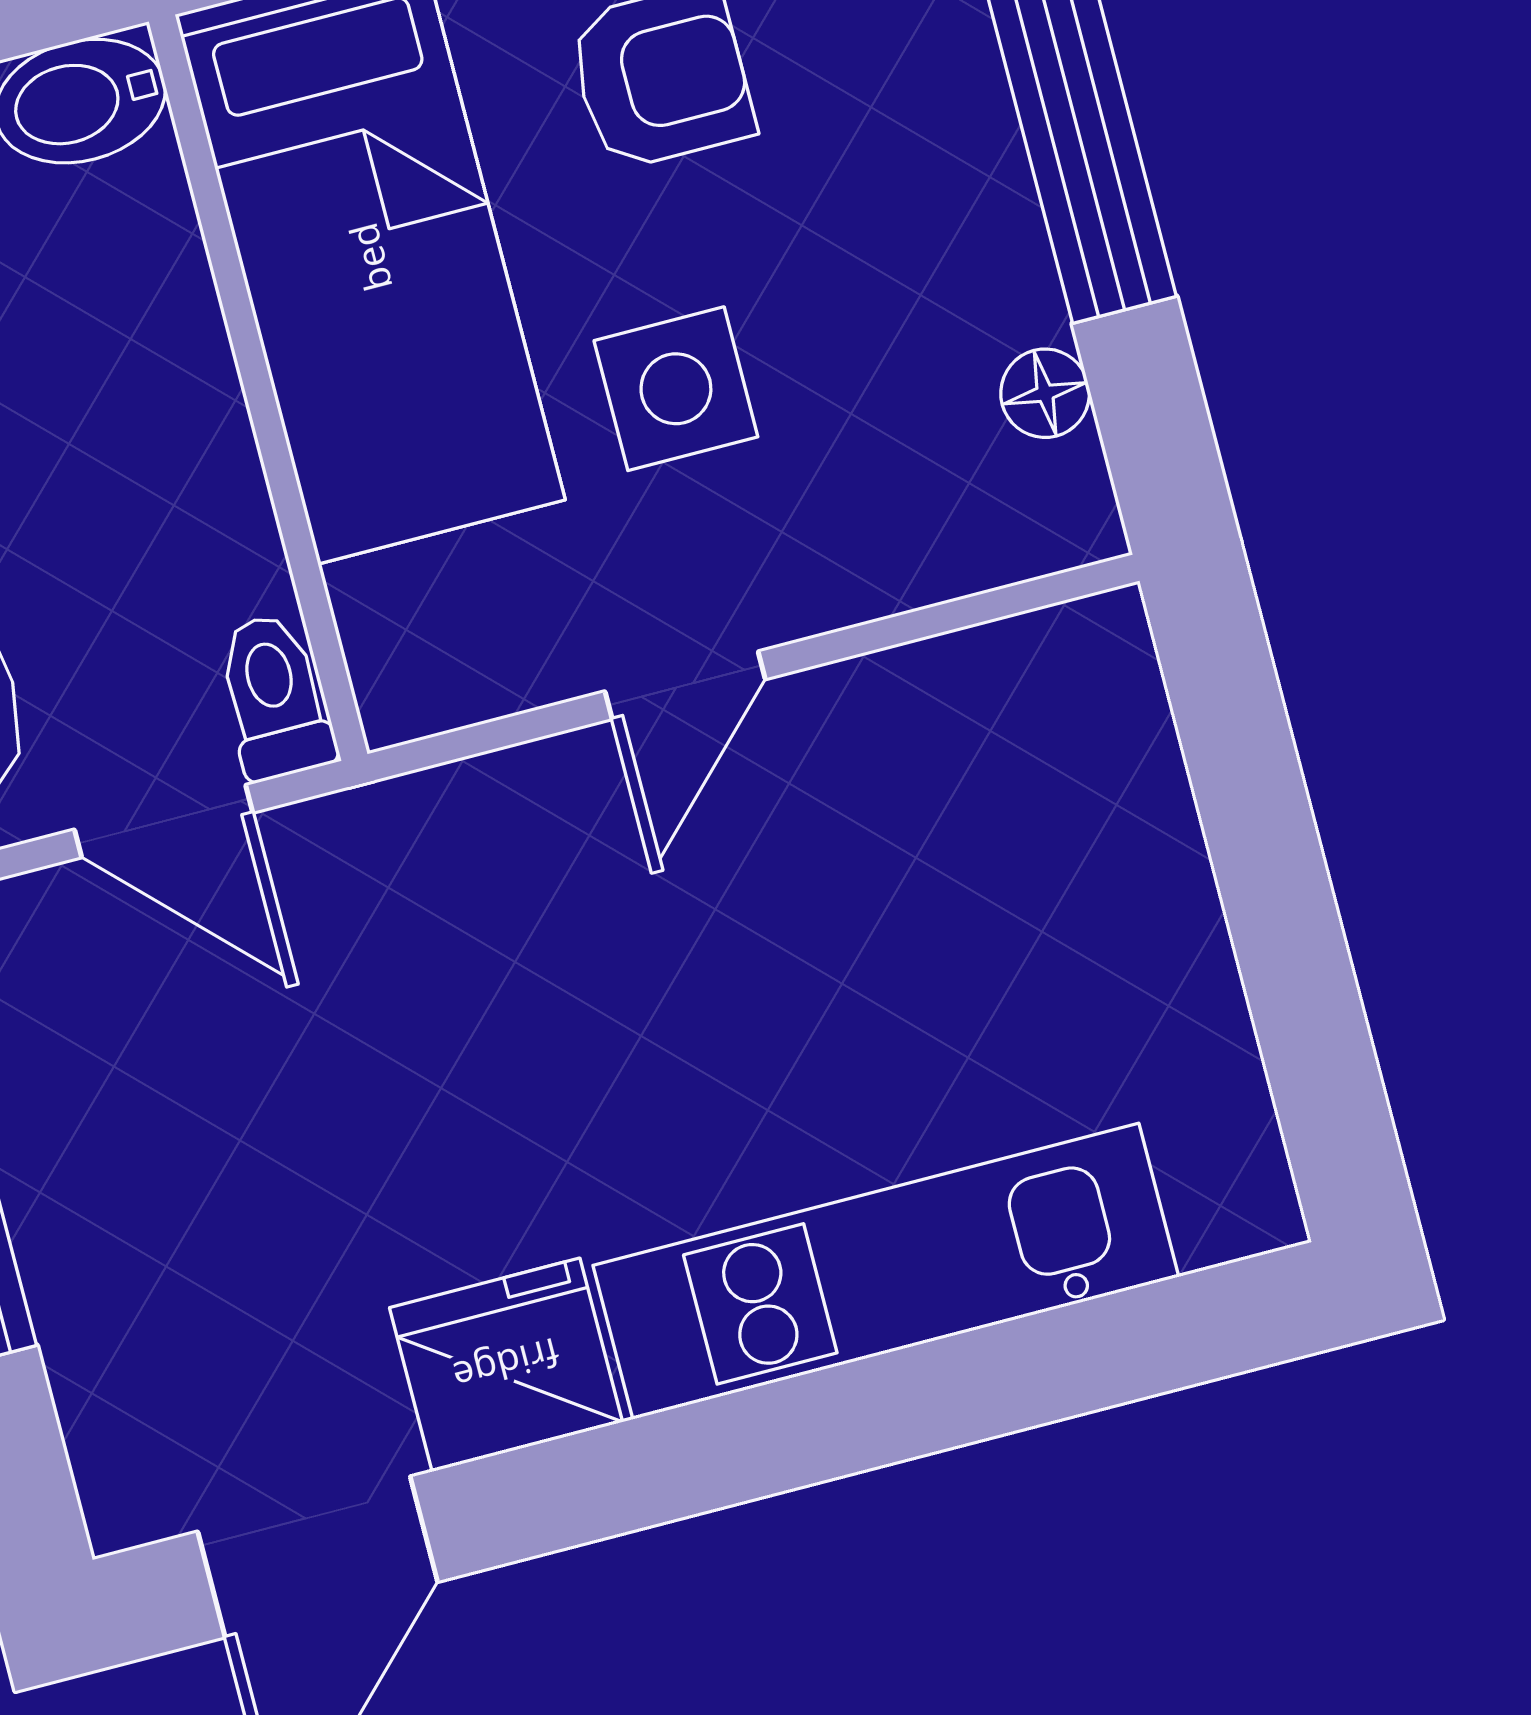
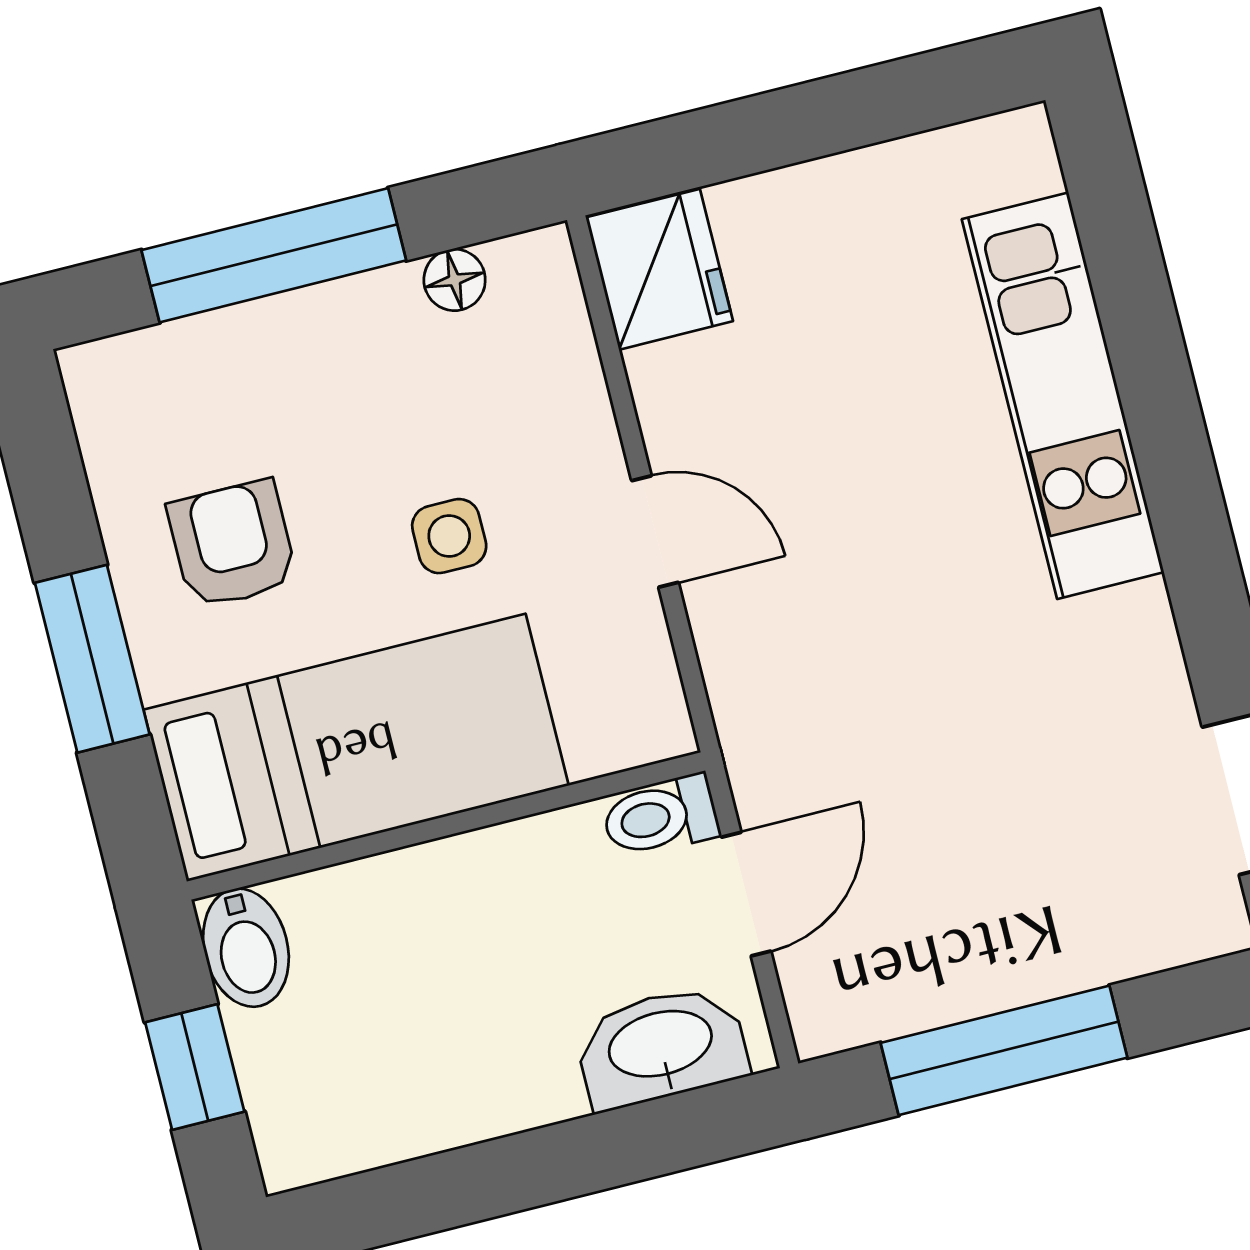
side table: (676, 389) -> (449, 536), width x0.73, depth x0.73
fridge: (506, 1365) -> (659, 269), moved, turned 180

